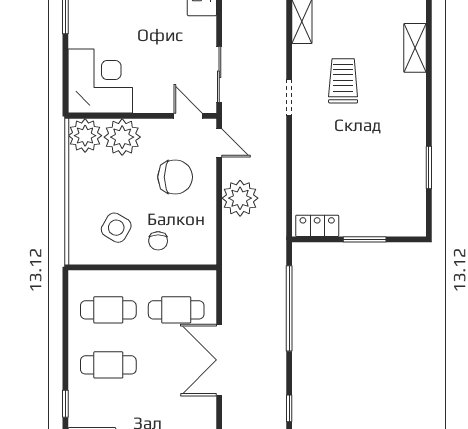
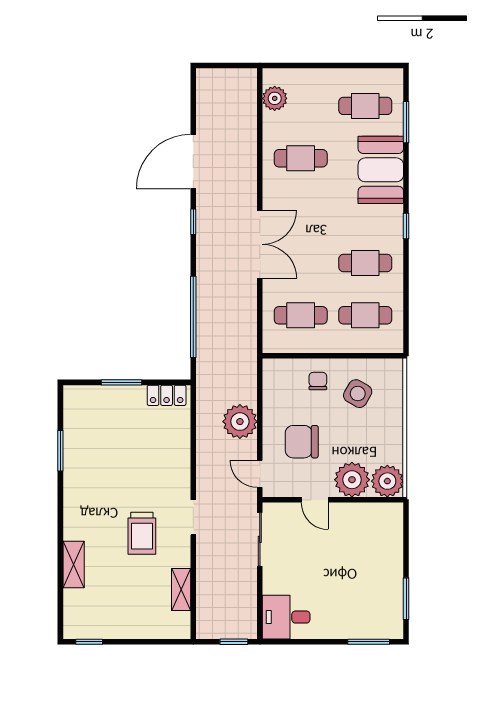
corner desk: (100, 81) -> (373, 533), removed
door: (188, 116) -> (315, 500), moved
double door: (219, 360) -> (260, 244), moved

